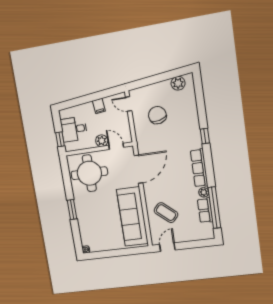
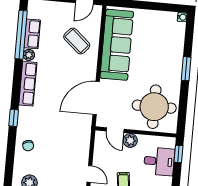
chair: (157, 115) -> (28, 146), moved, width x0.54, depth x0.54

